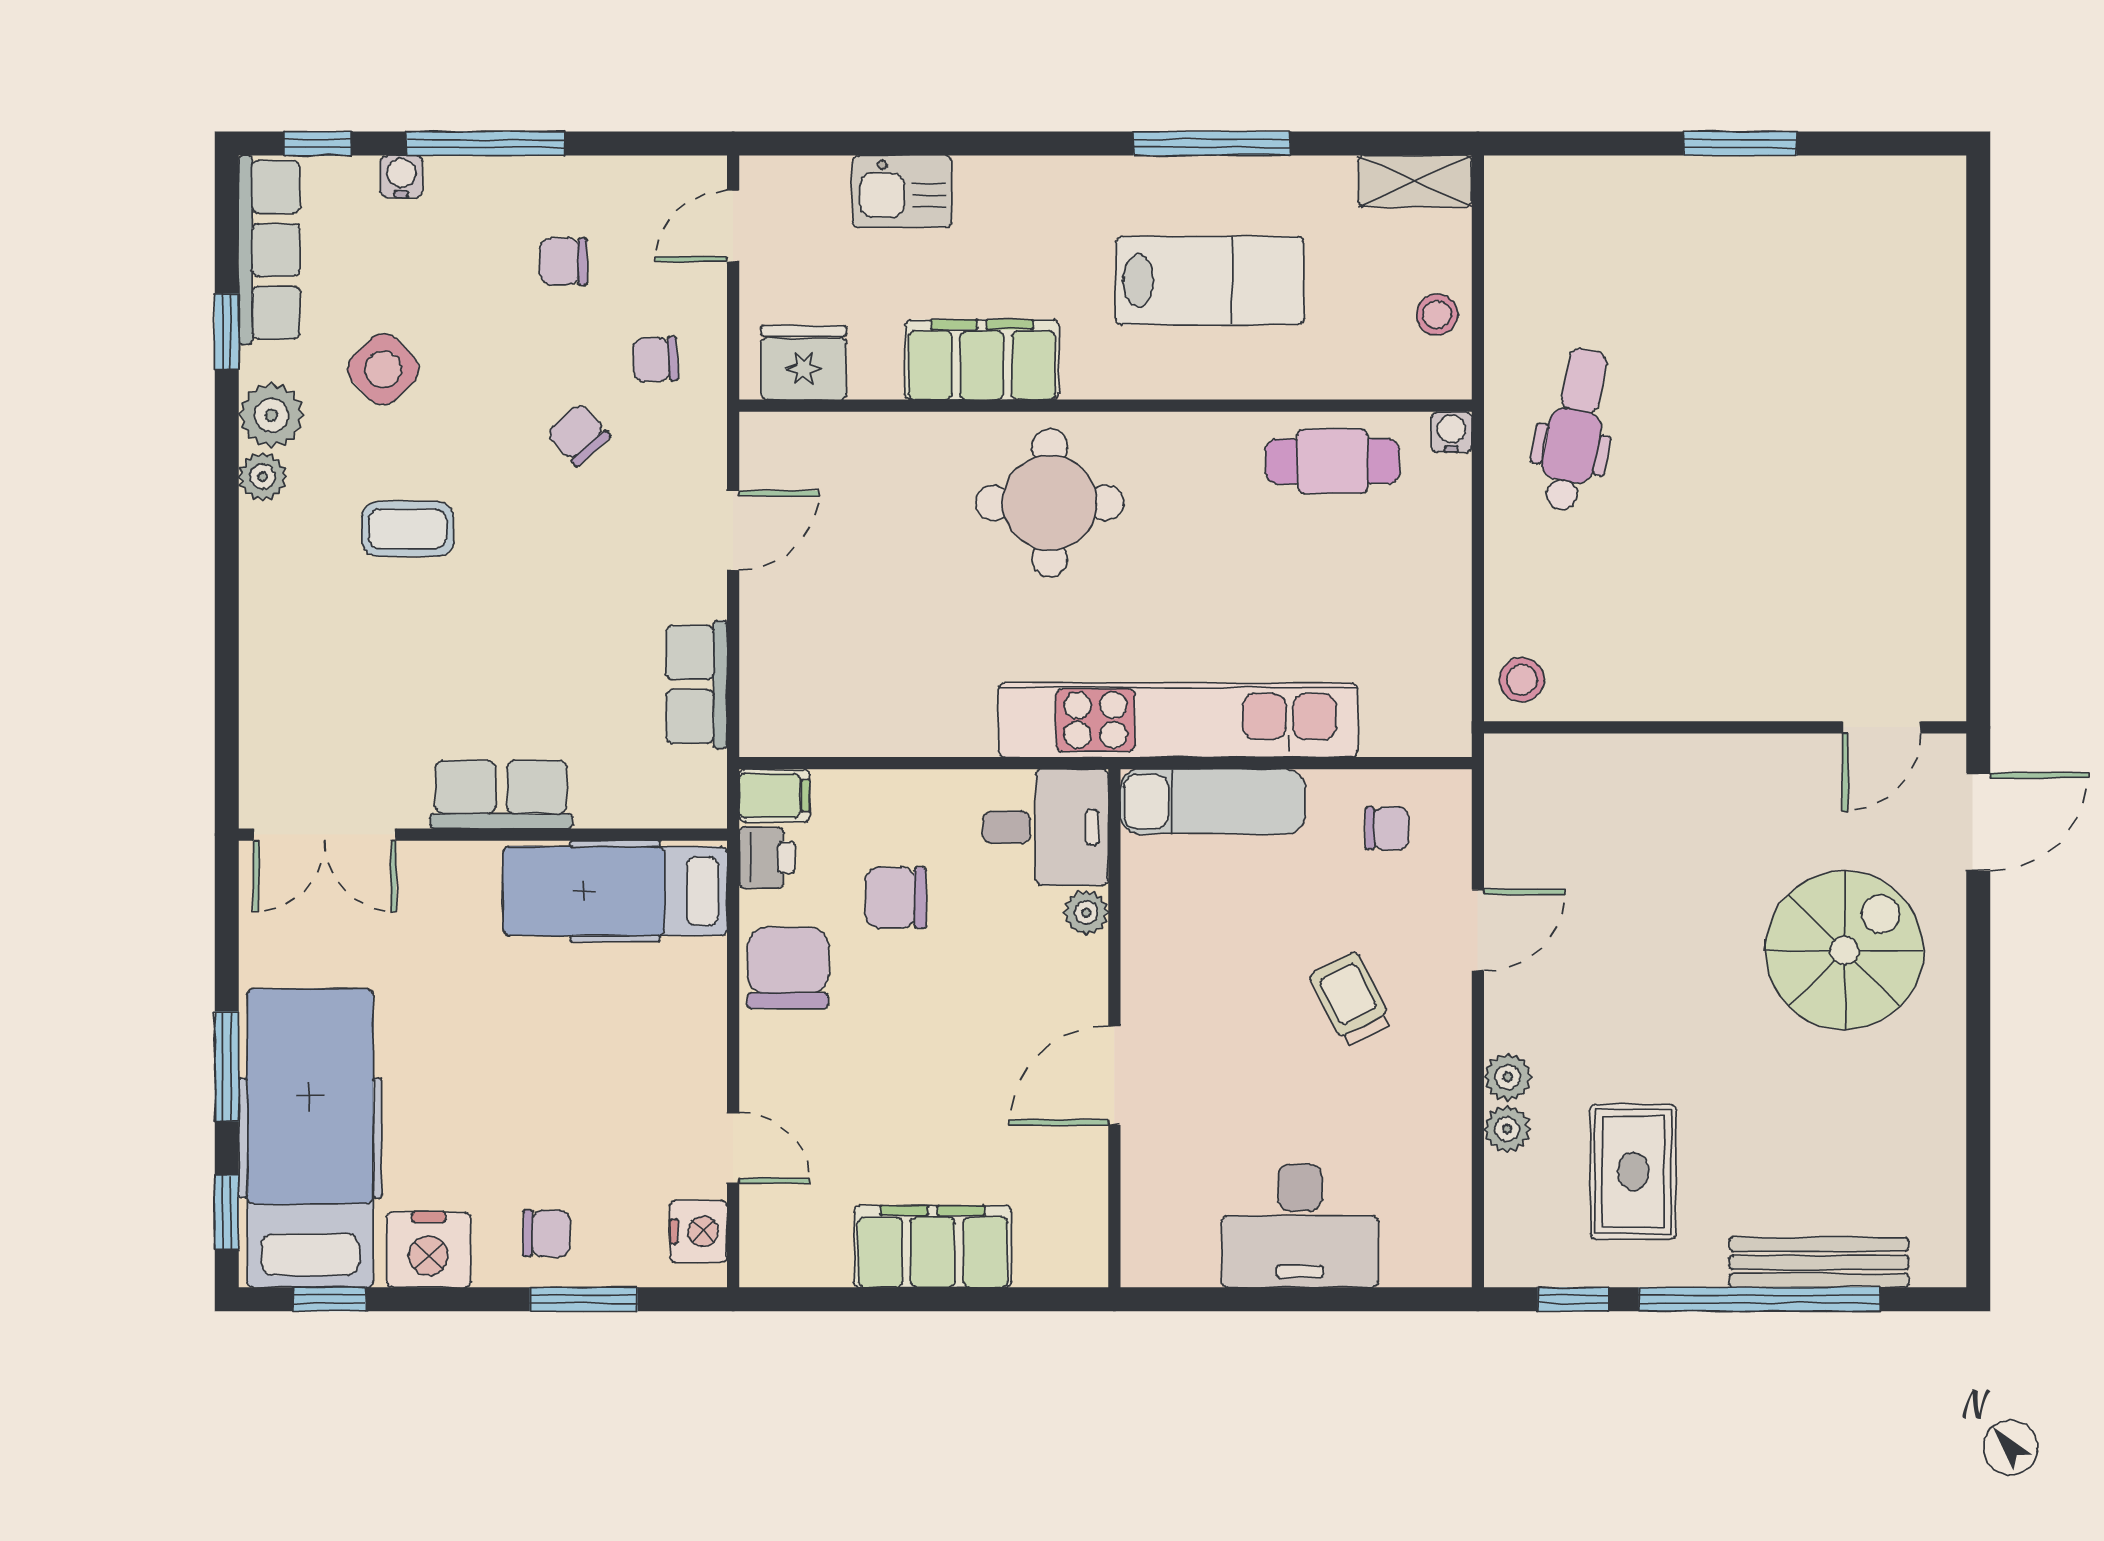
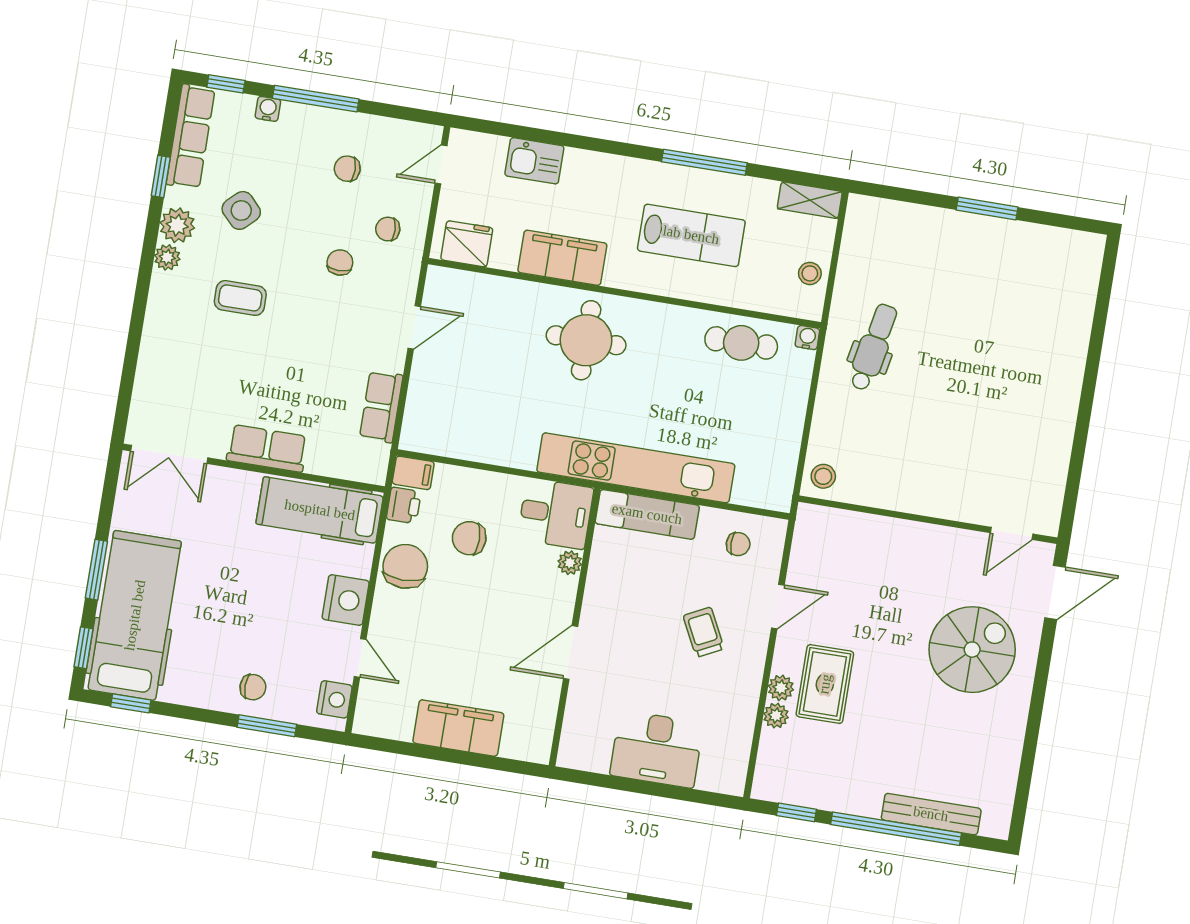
chair: (578, 435) -> (340, 262), turned 42
rug: (1633, 1172) -> (825, 684), moved
nightstand: (429, 1250) -> (346, 600), moved, turned -90

